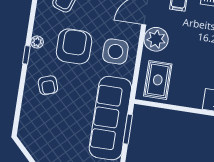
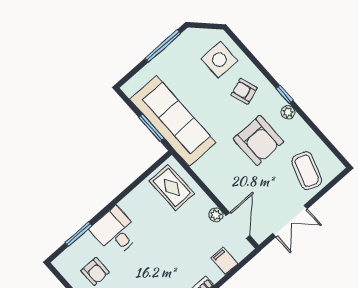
plant: (156, 39) -> (216, 215), width x0.53, depth x0.53
side table: (115, 51) -> (219, 60), moved

